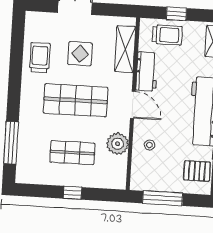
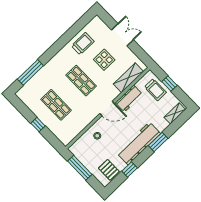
shop shelf: (76, 100) -> (81, 81), width x0.70, depth x0.74
door: (133, 105) -> (107, 109), hinge flipped
plant: (118, 144) -> (82, 121), removed

